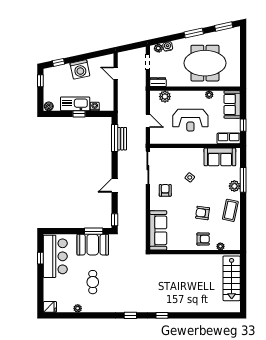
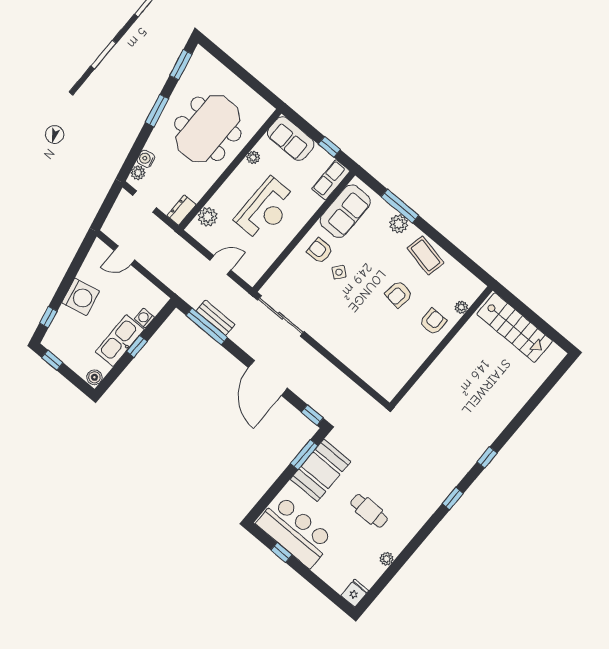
door: (115, 185) -> (268, 378), width x1.88
armchair: (165, 190) -> (320, 251), moved
sofa: (158, 230) -> (373, 370), removed

